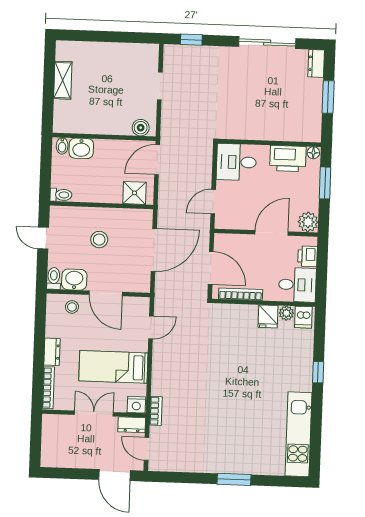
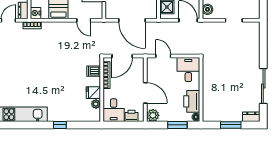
window: (191, 40) -> (263, 39), removed
dishwasher: (303, 317) -> (94, 71), moved

